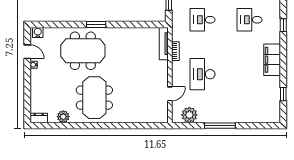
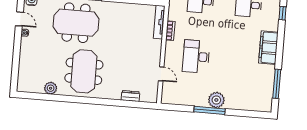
door: (170, 94) -> (161, 74), hinge flipped
window: (283, 94) -> (277, 84), width x2.17
plant: (189, 115) -> (216, 100), moved
dresser: (39, 118) -> (130, 96), moved

